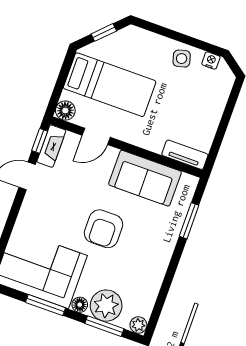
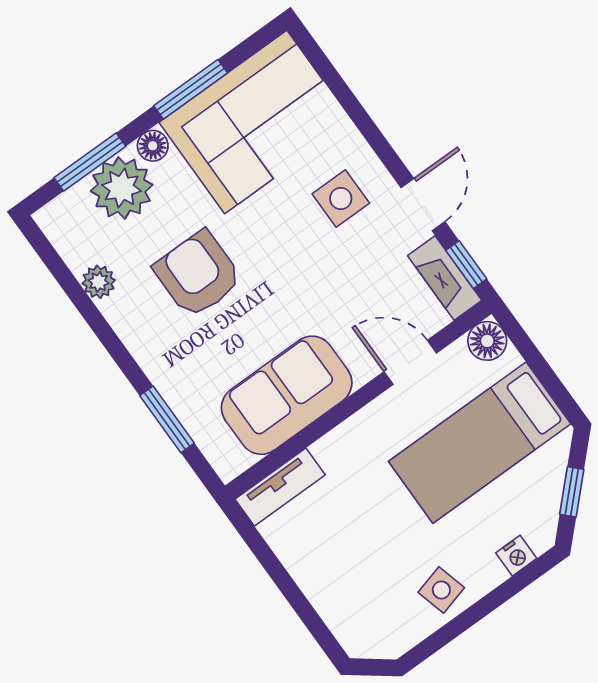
nightstand: (211, 60) -> (516, 556), moved
door: (96, 136) -> (410, 362), hinge flipped
side table: (48, 212) -> (341, 198), added
armchair: (103, 229) -> (198, 274), moved
plant: (138, 325) -> (99, 282), moved

